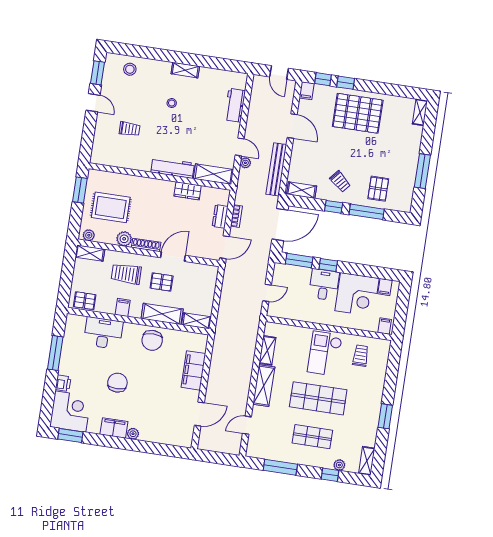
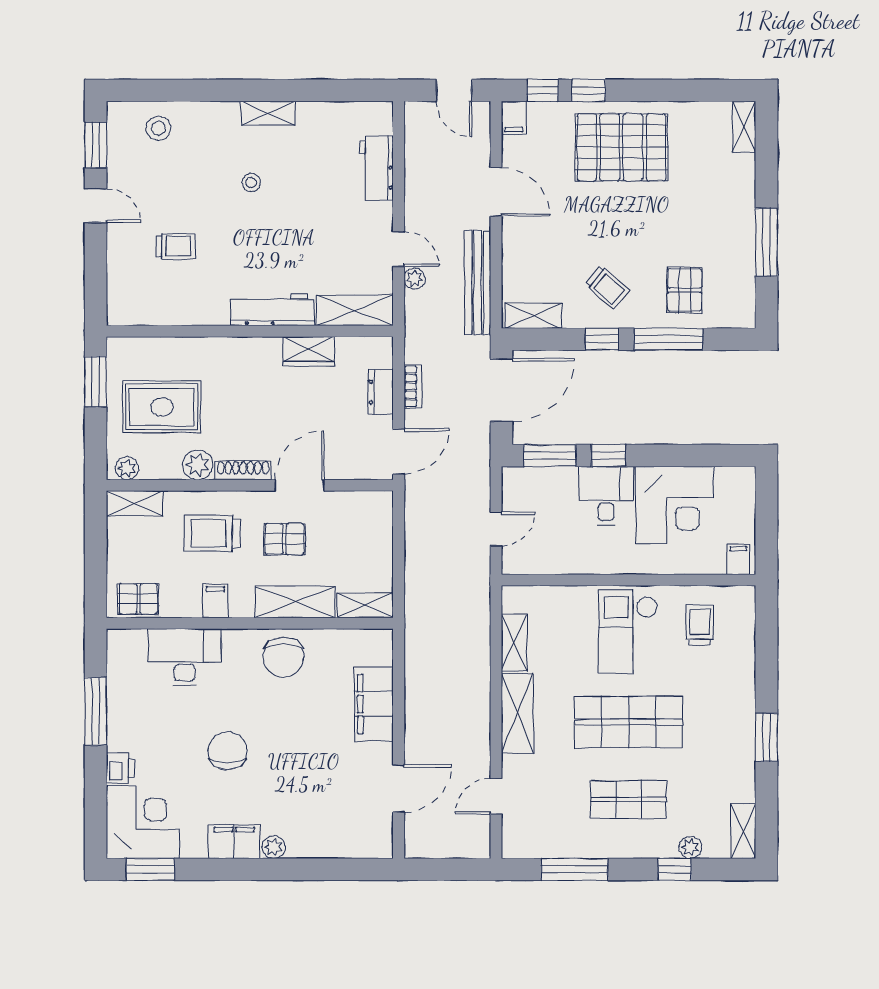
filing cabinet: (385, 287) -> (727, 482), removed

